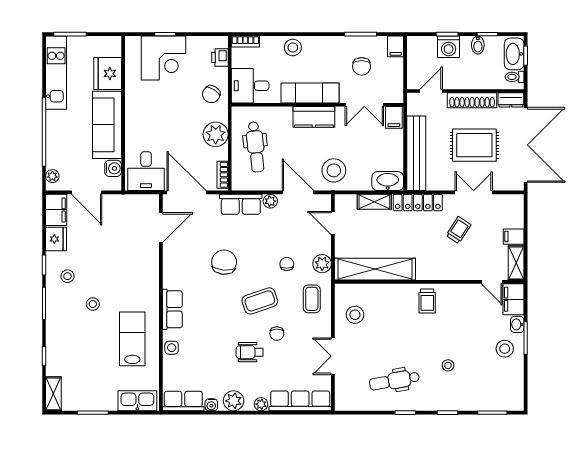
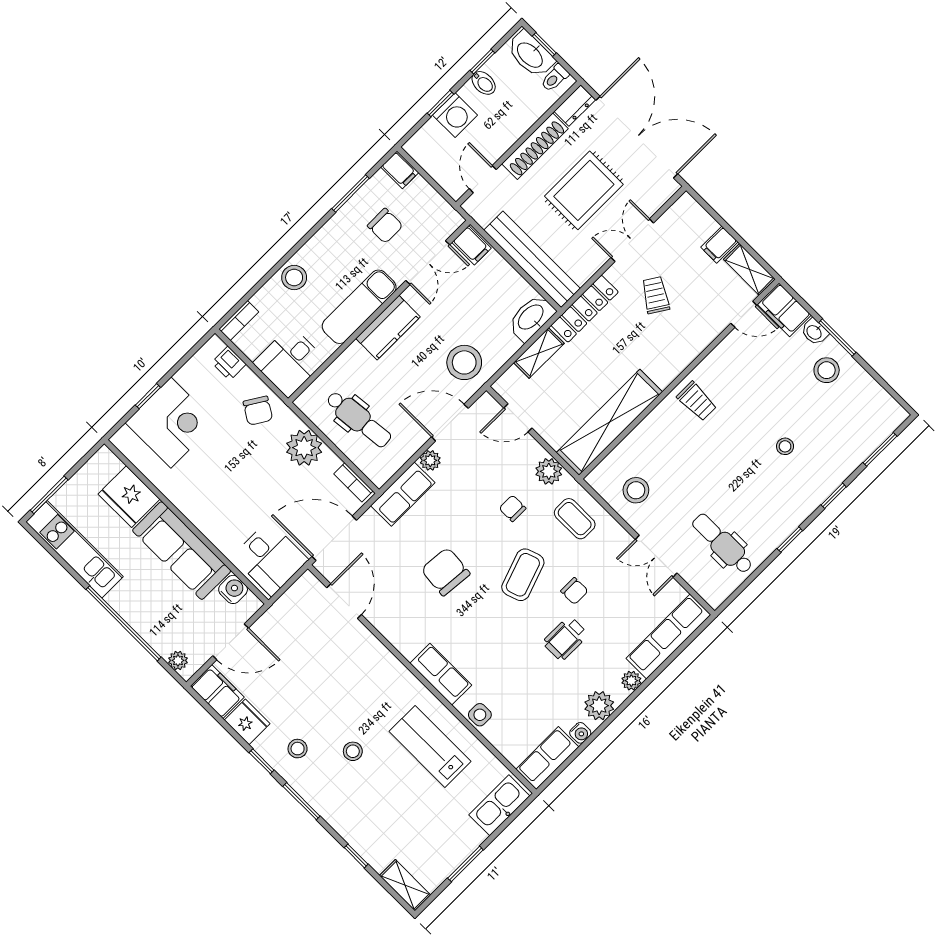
dental chair: (394, 381) -> (723, 544), moved, turned 100

